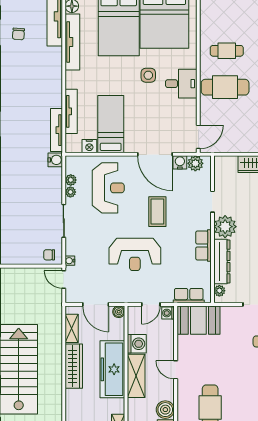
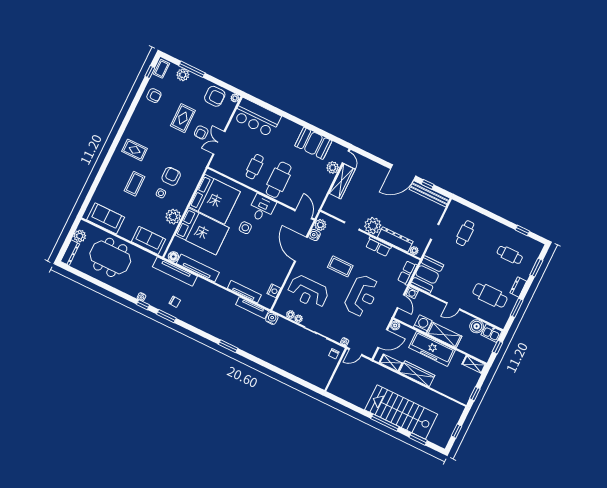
bed: (111, 124) -> (266, 269), removed
door: (155, 154) -> (301, 249), swing flipped
reception desk: (108, 188) -> (308, 292), turned 180

